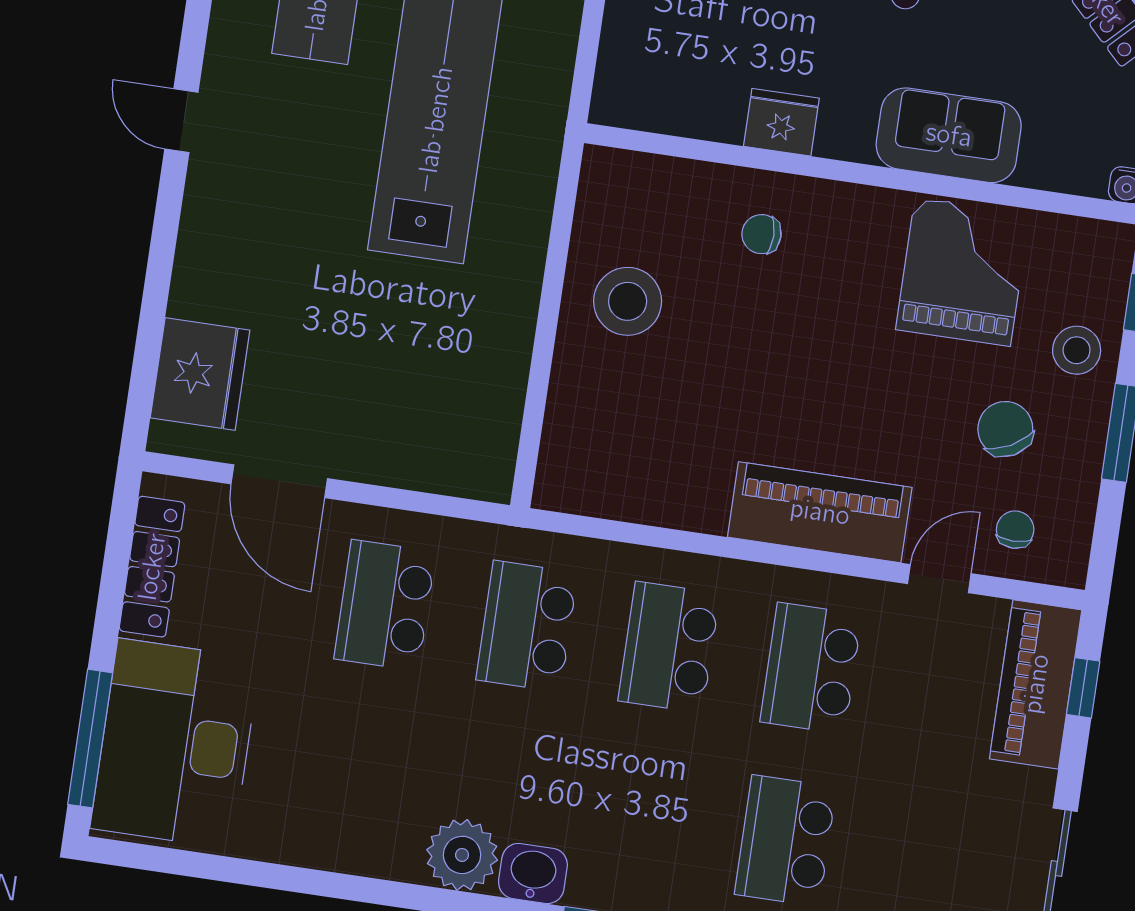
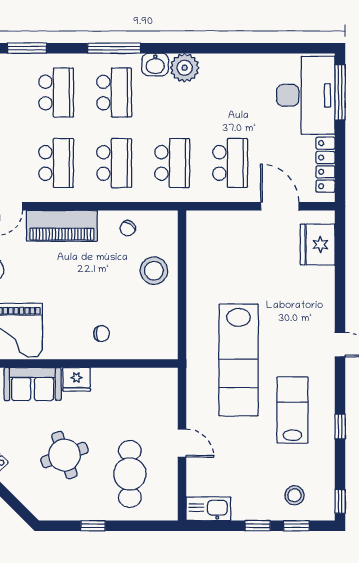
fridge: (781, 122) -> (76, 379), moved
stool: (628, 301) -> (154, 271), moved
chair: (660, 482) -> (128, 228), added
school desk: (643, 820) -> (114, 93), added

